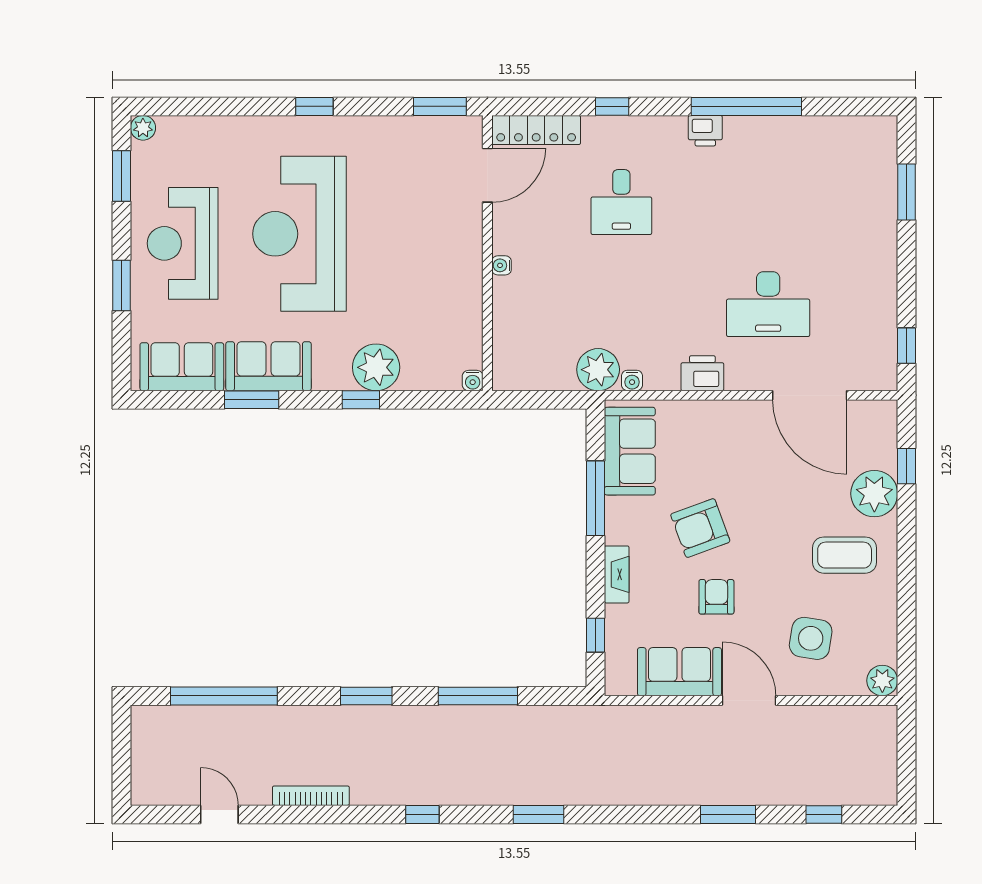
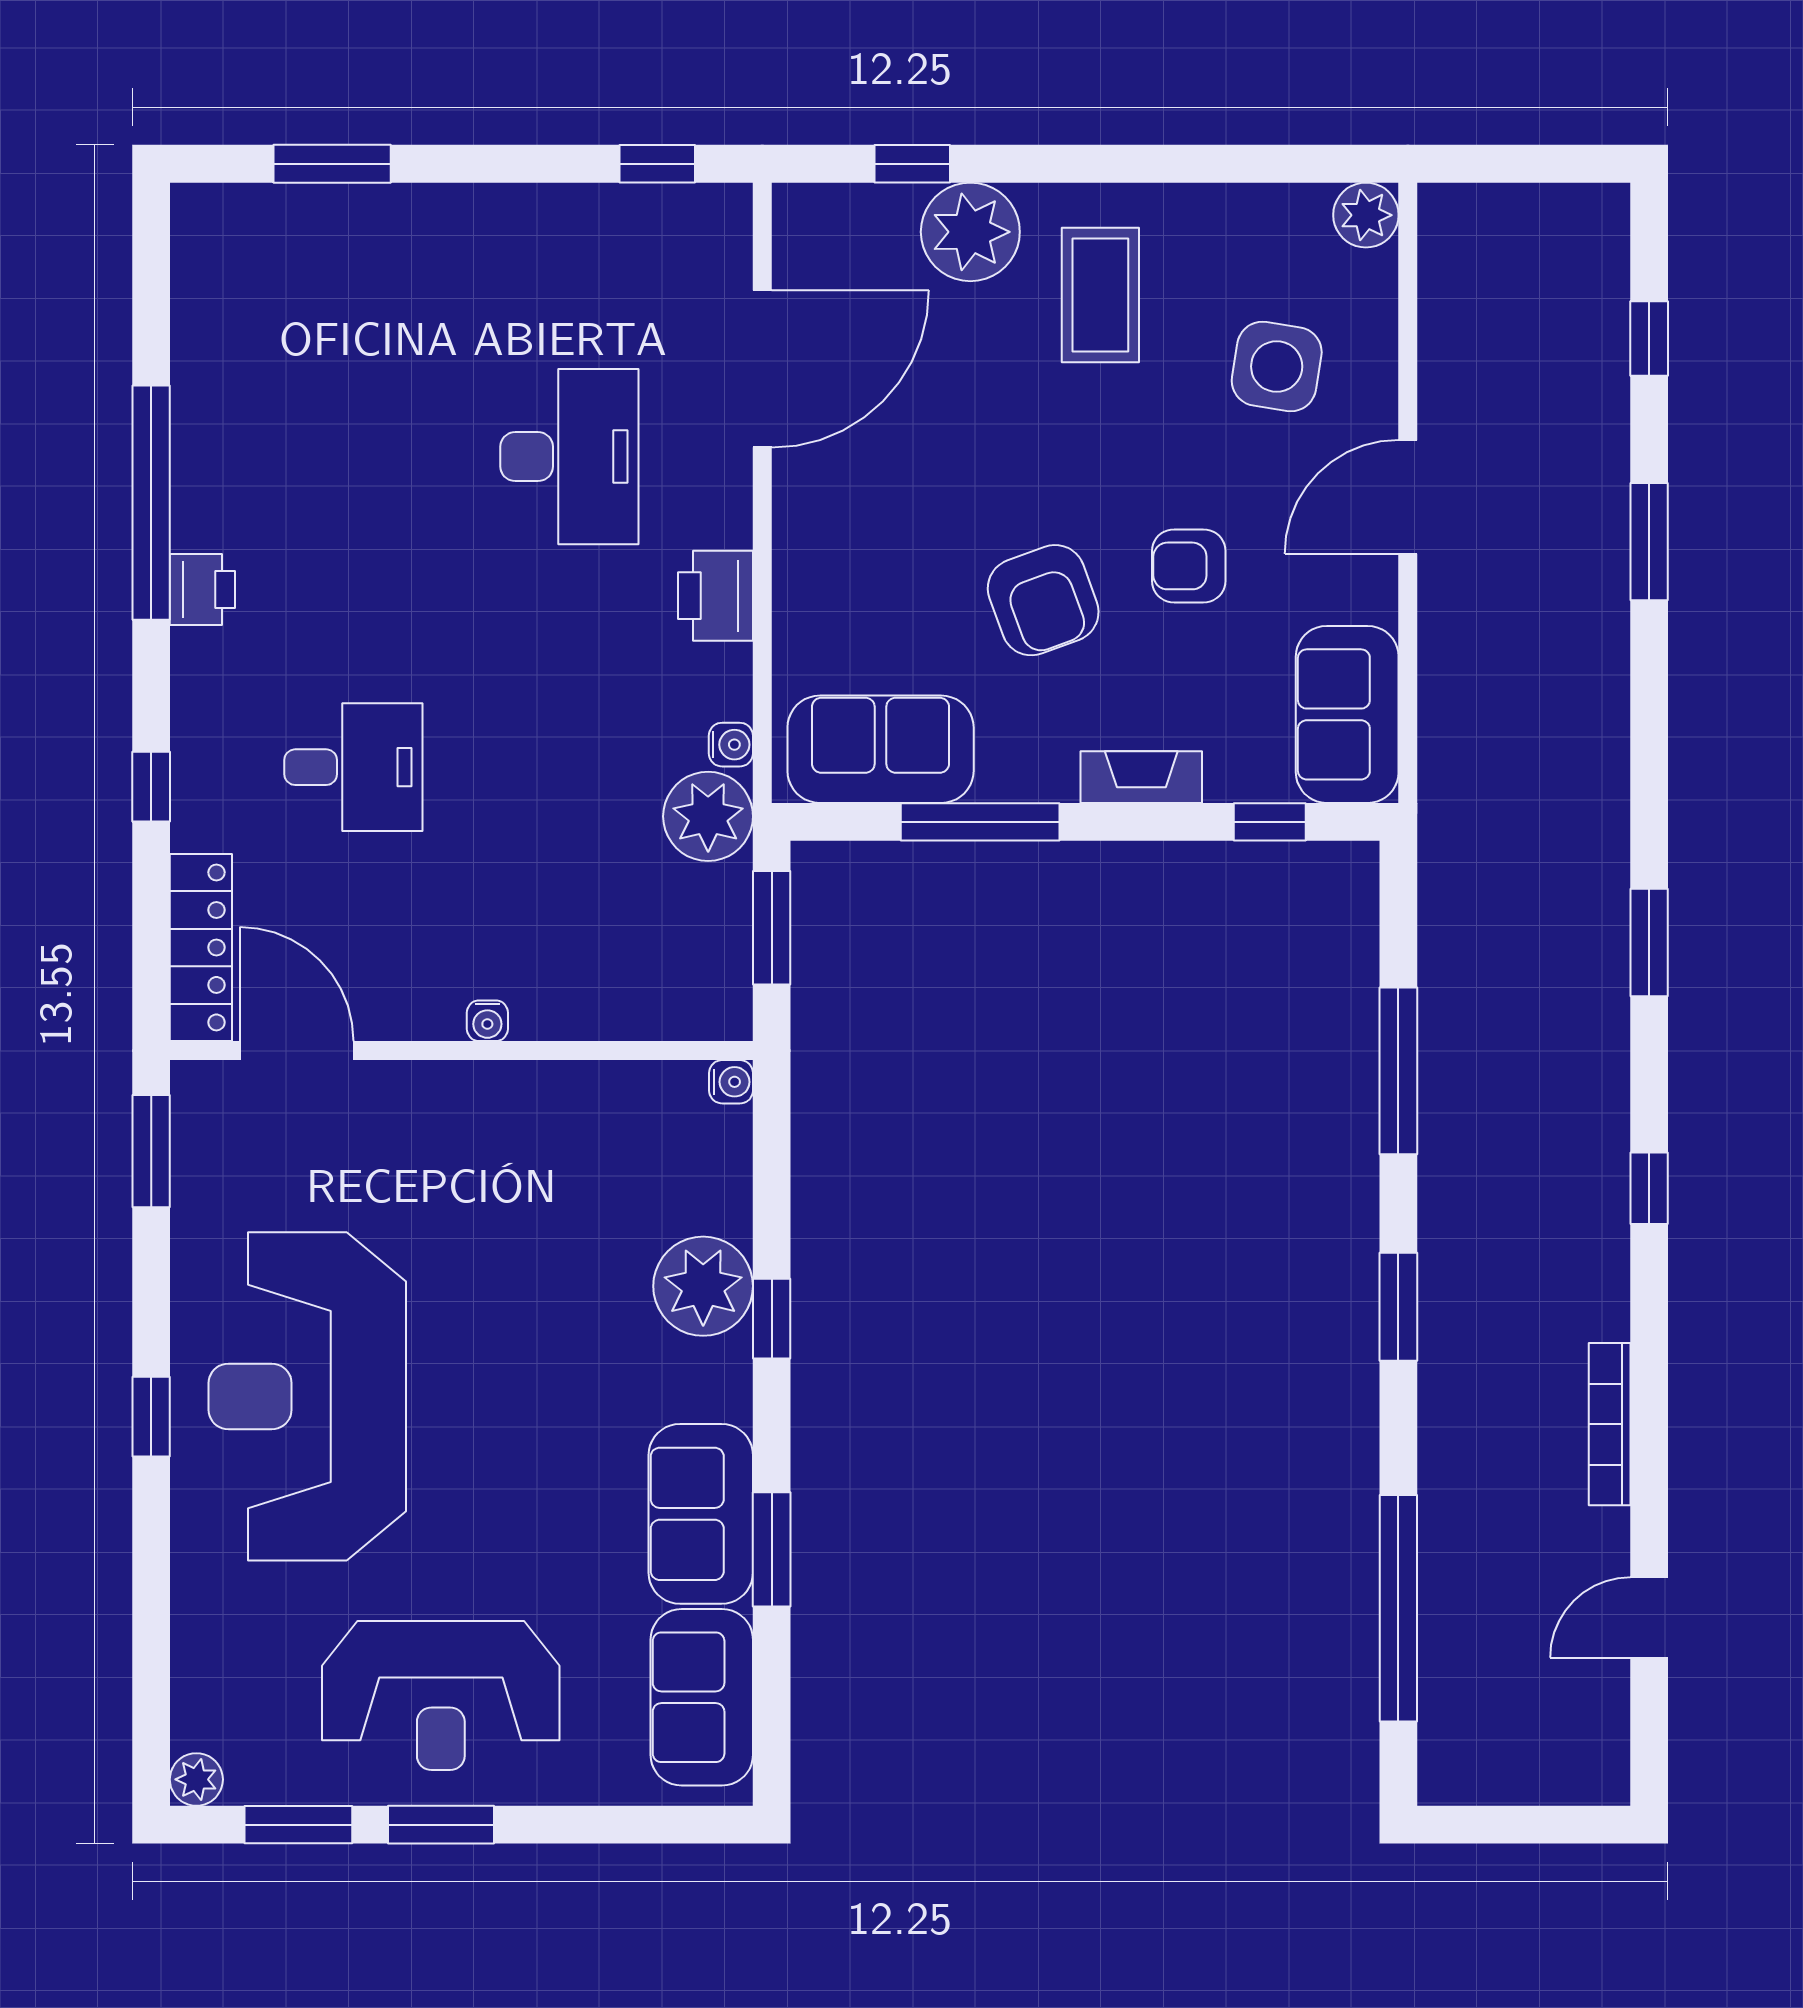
reception desk: (299, 234) -> (307, 1396), moved, turned 90
window: (122, 285) -> (441, 1825), moved
window: (545, 400) -> (772, 928), added
sofa: (679, 672) -> (1347, 714), moved

